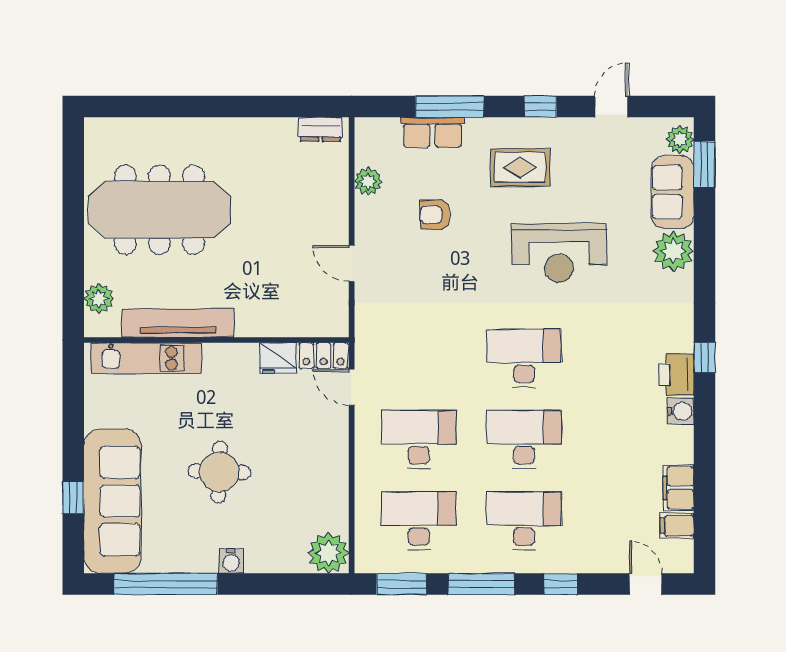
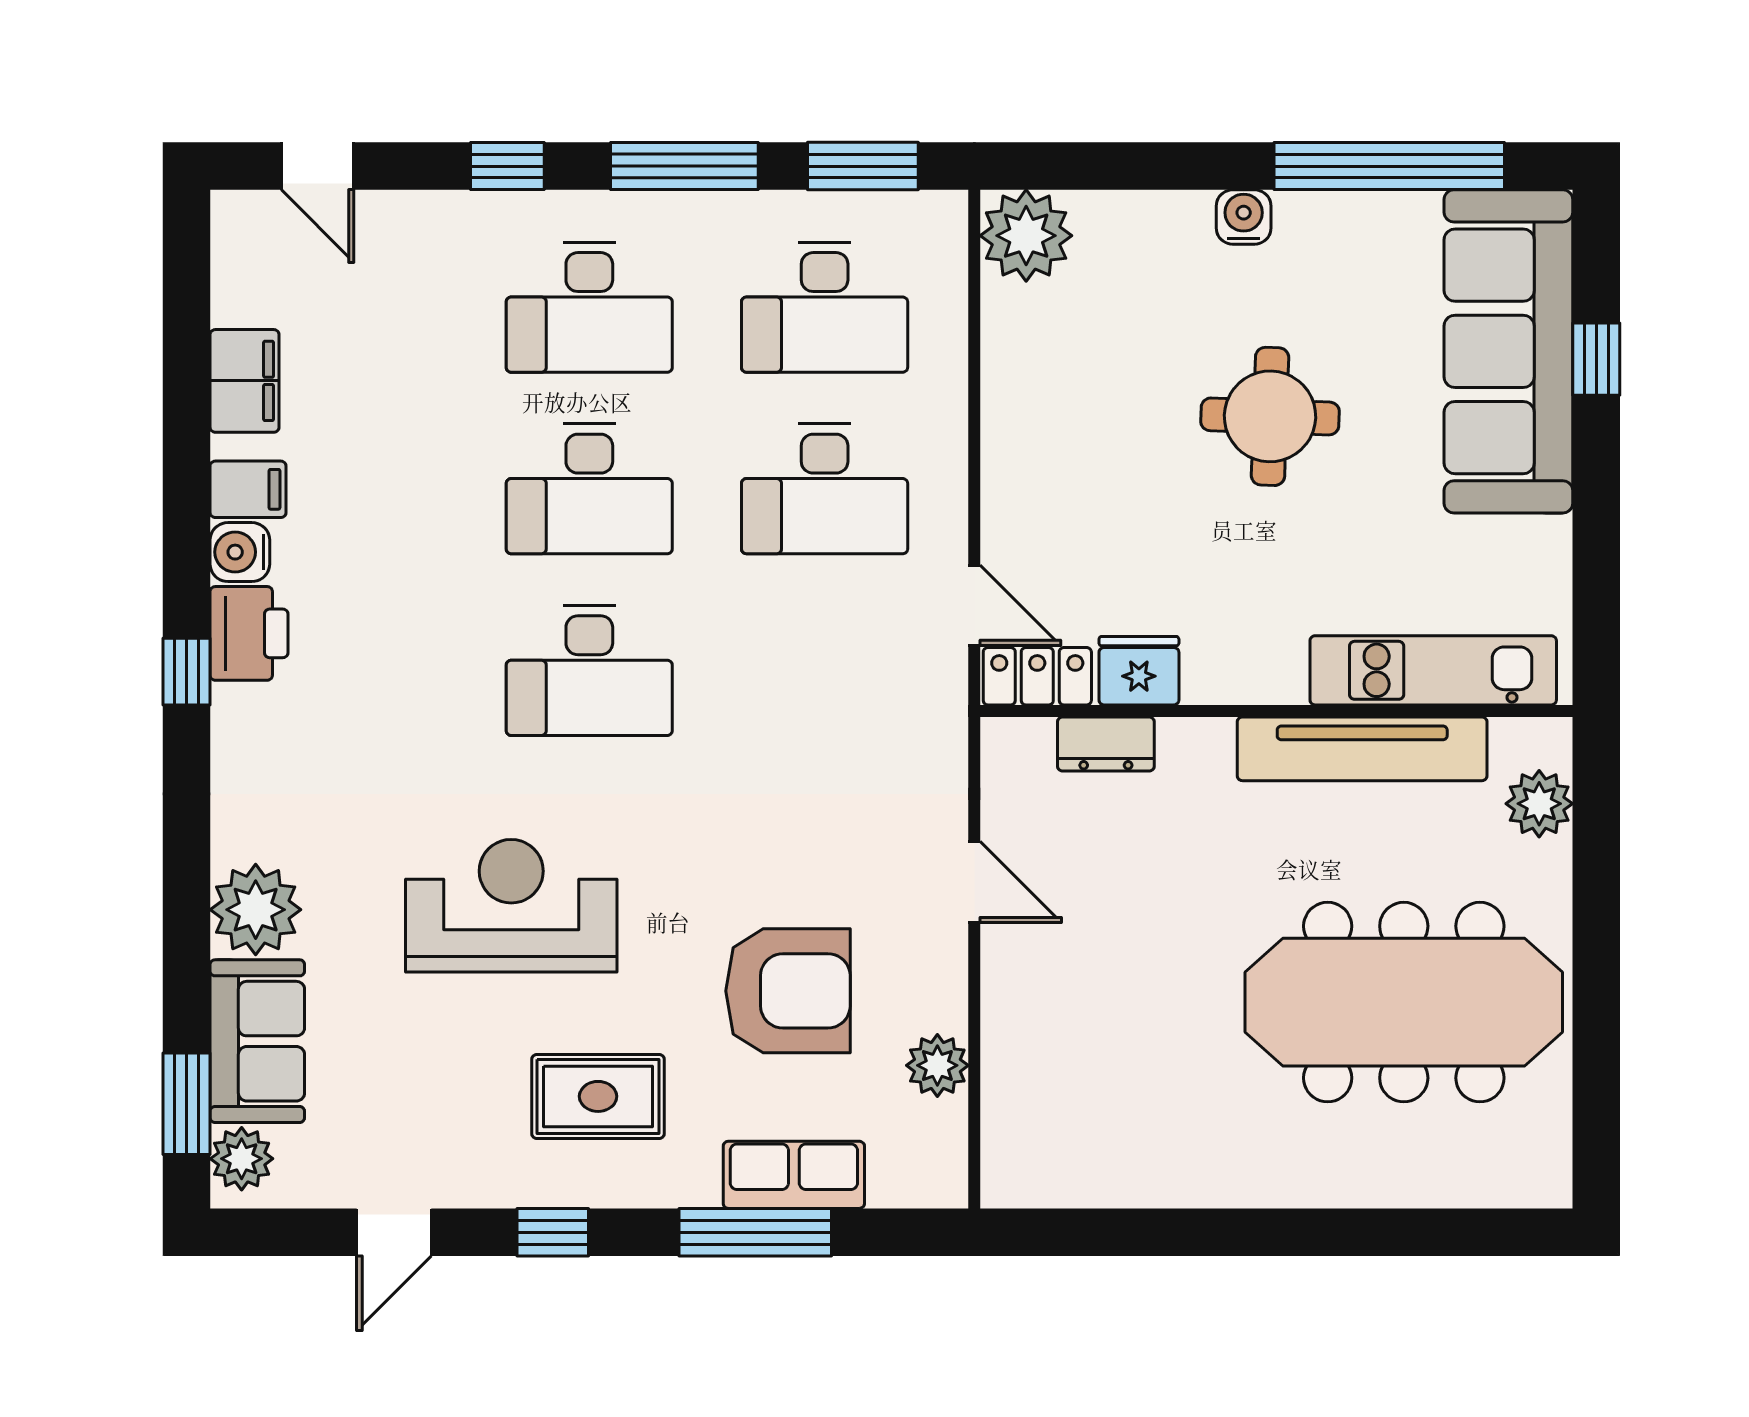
dresser: (320, 129) -> (1106, 744), moved, turned 180
armchair: (435, 215) -> (788, 991), width x1.88, depth x1.88
filing cabinet: (677, 526) -> (248, 489), moved

